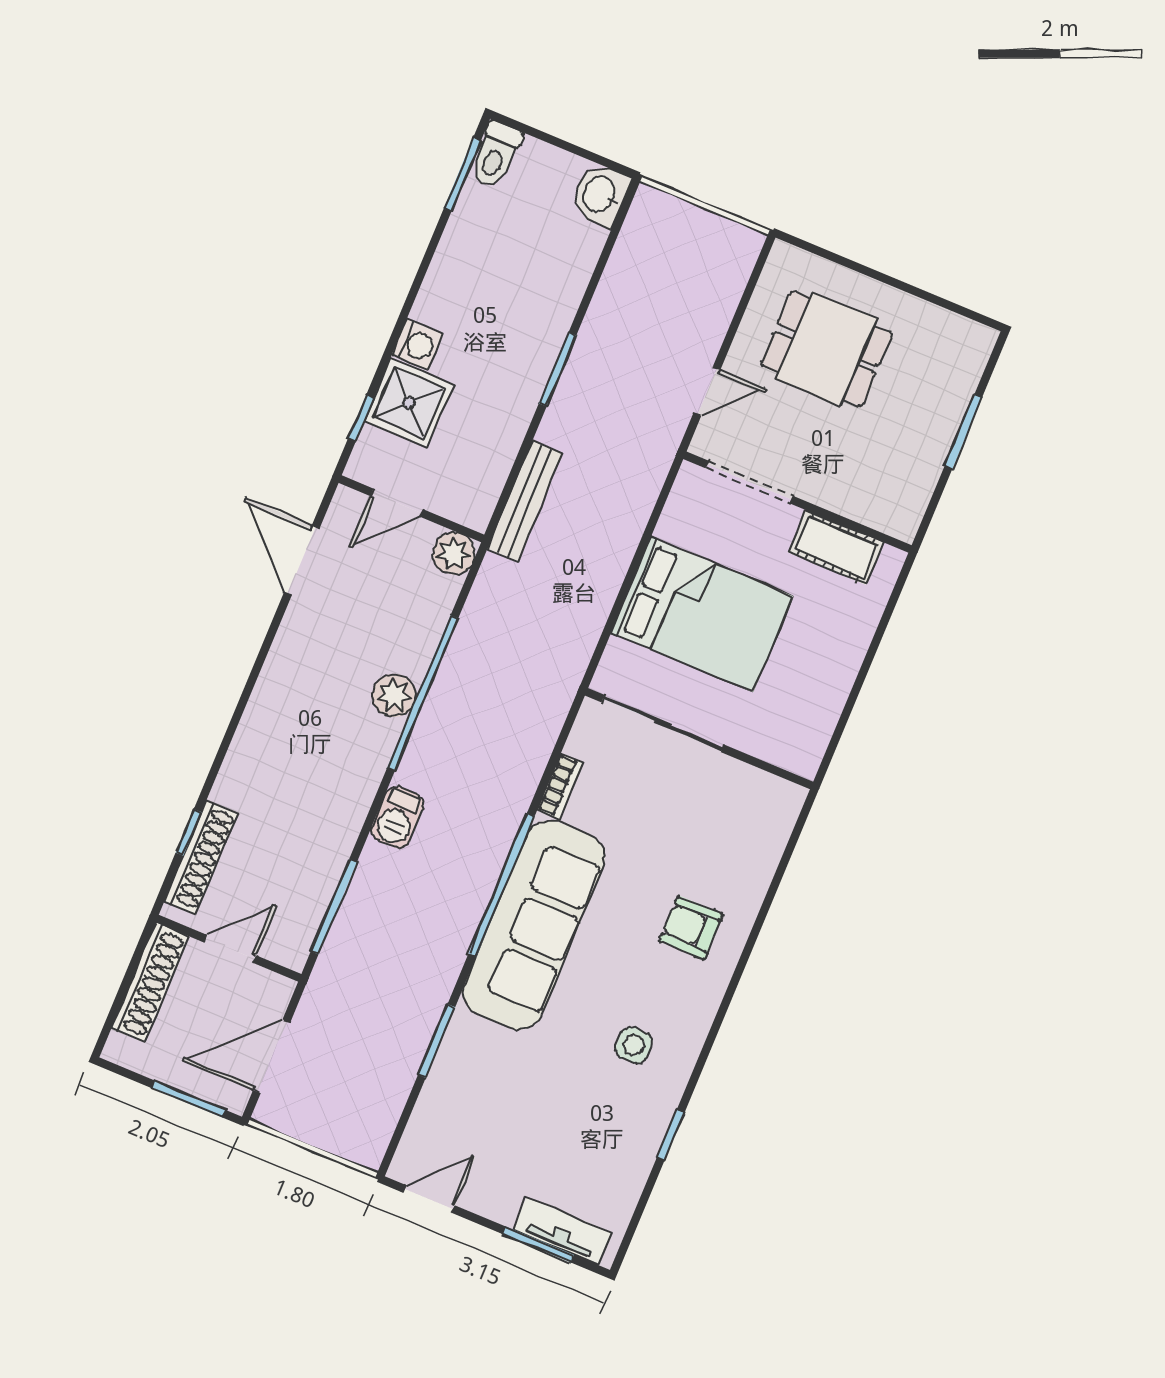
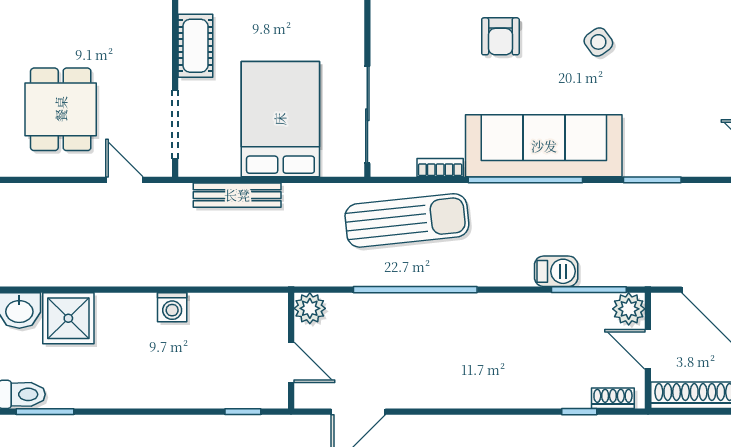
washing machine: (417, 345) -> (172, 307), moved, turned 180
window: (558, 369) -> (152, 290), removed
shower: (409, 403) -> (68, 318), moved
bench: (525, 501) -> (237, 195), moved
plant: (394, 695) -> (629, 309), moved
sun lounger: (512, 718) -> (407, 220), added
barbecue: (397, 818) -> (556, 271), moved
shoe rack: (201, 857) -> (613, 398), width x0.51, depth x0.81
side table: (634, 1045) -> (598, 42), turned -36

